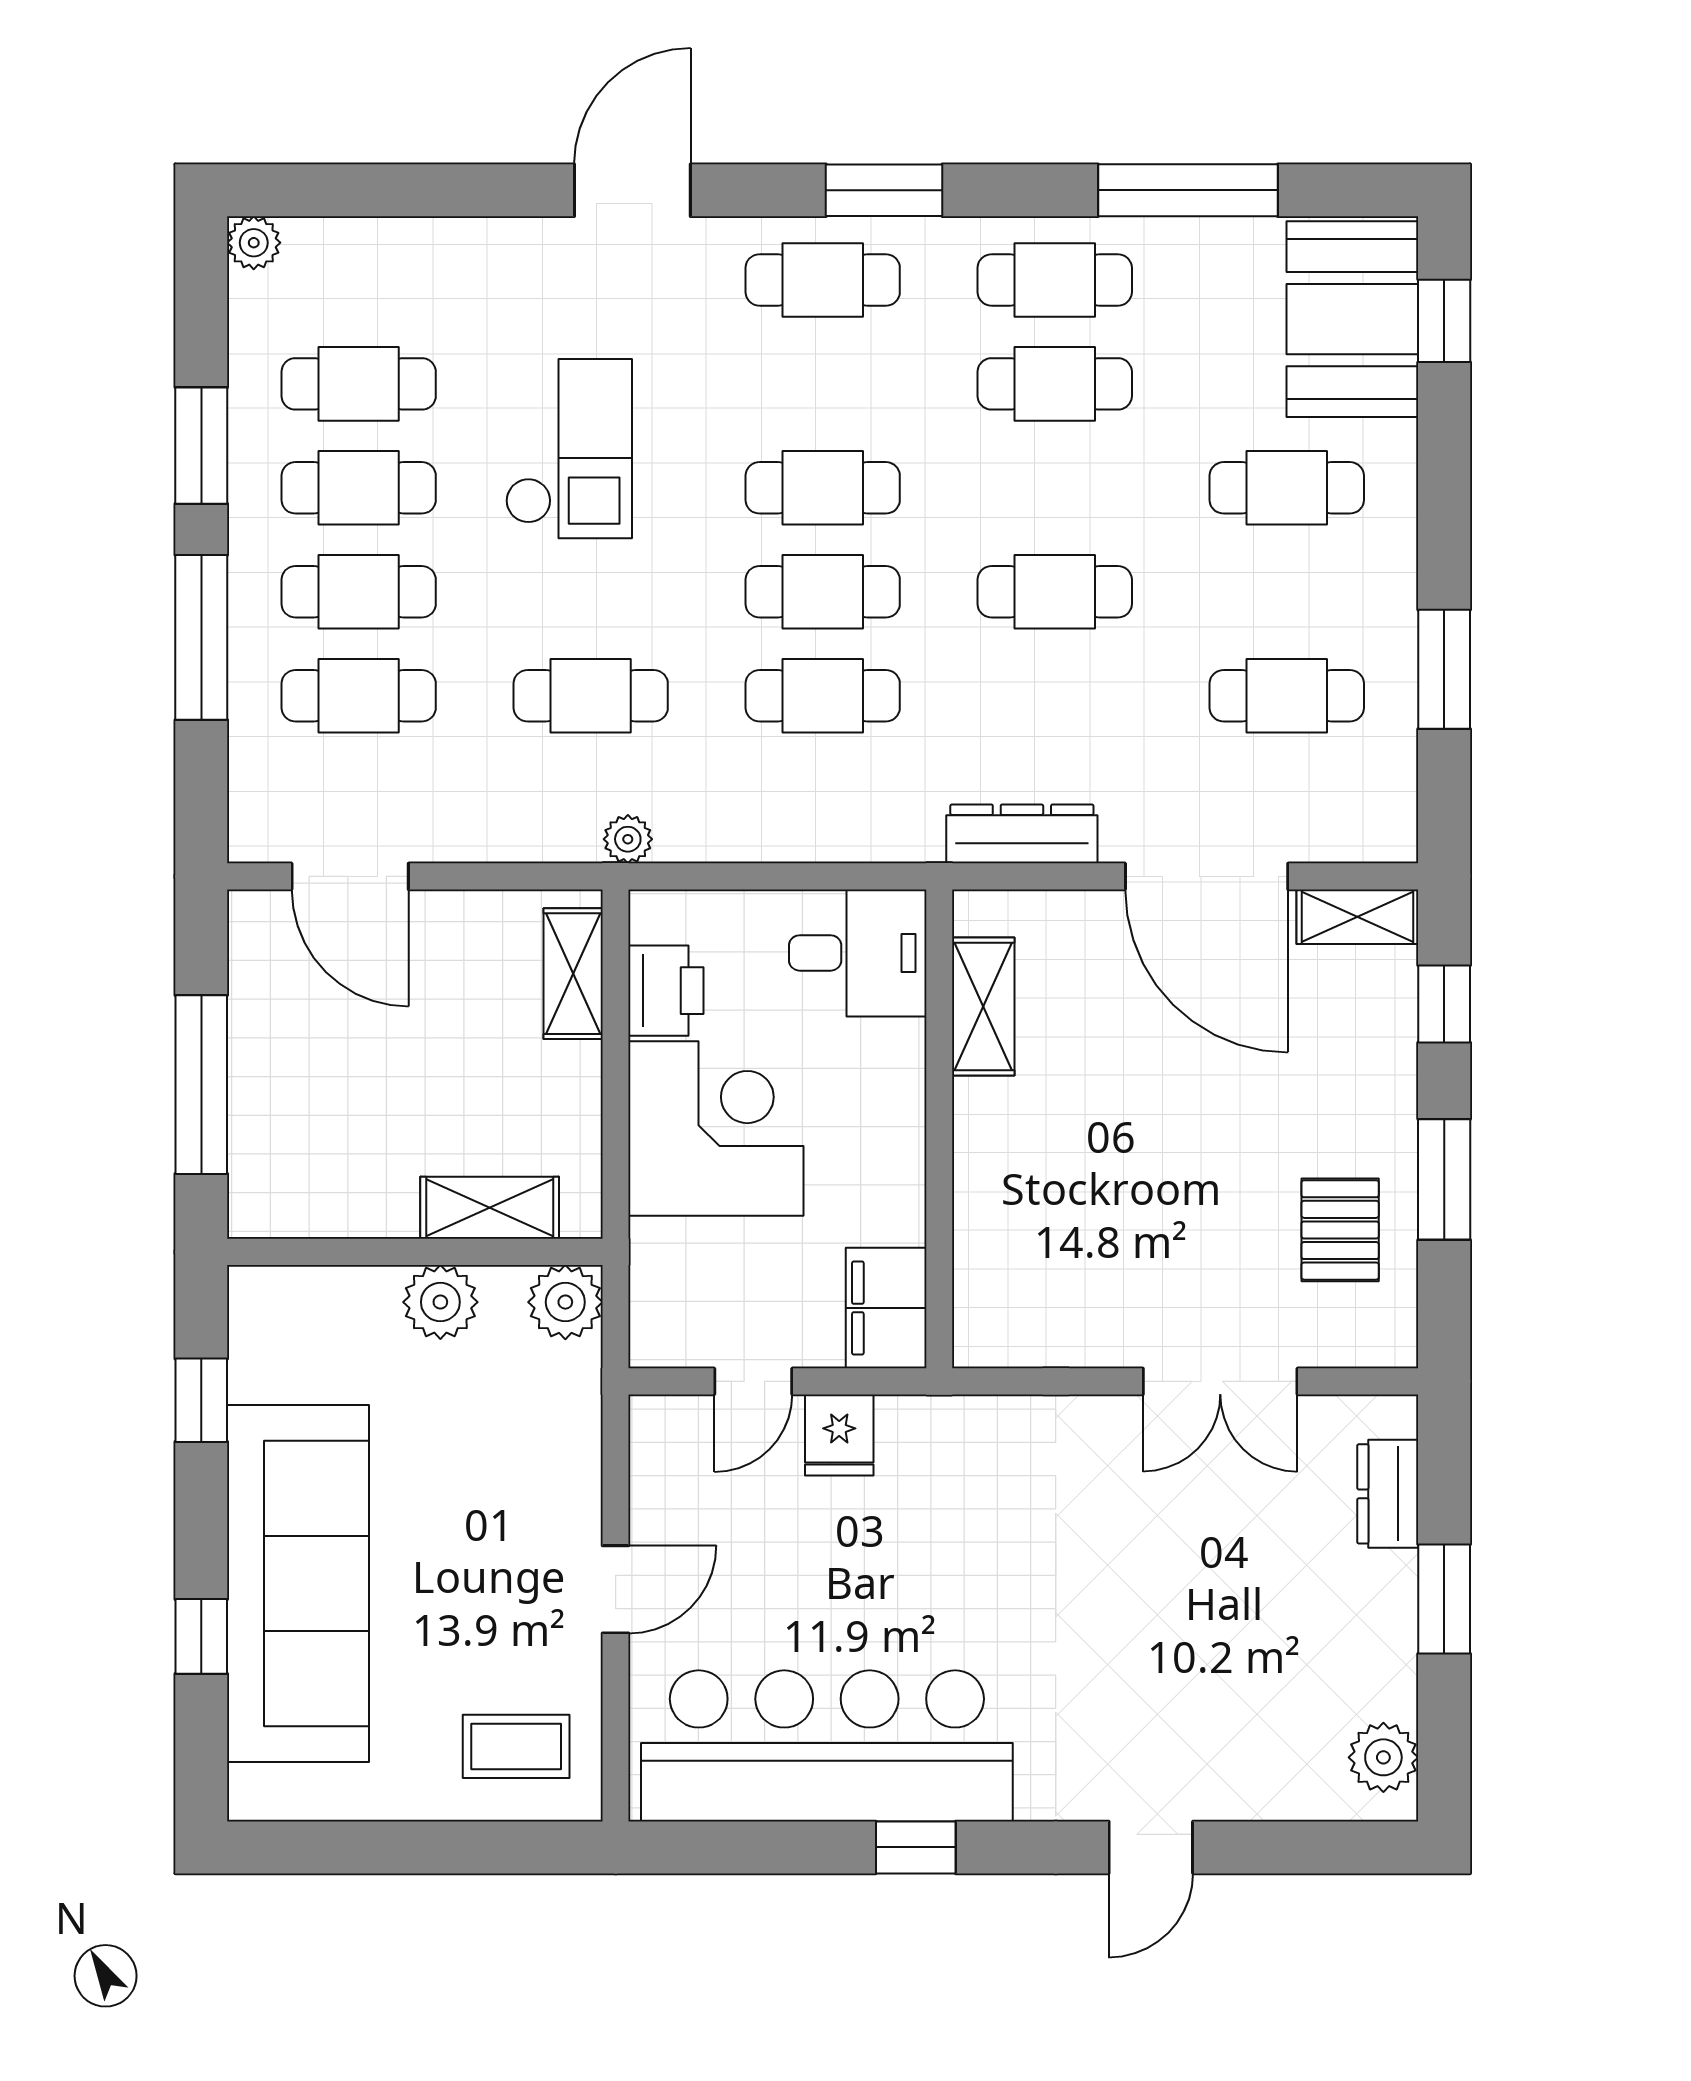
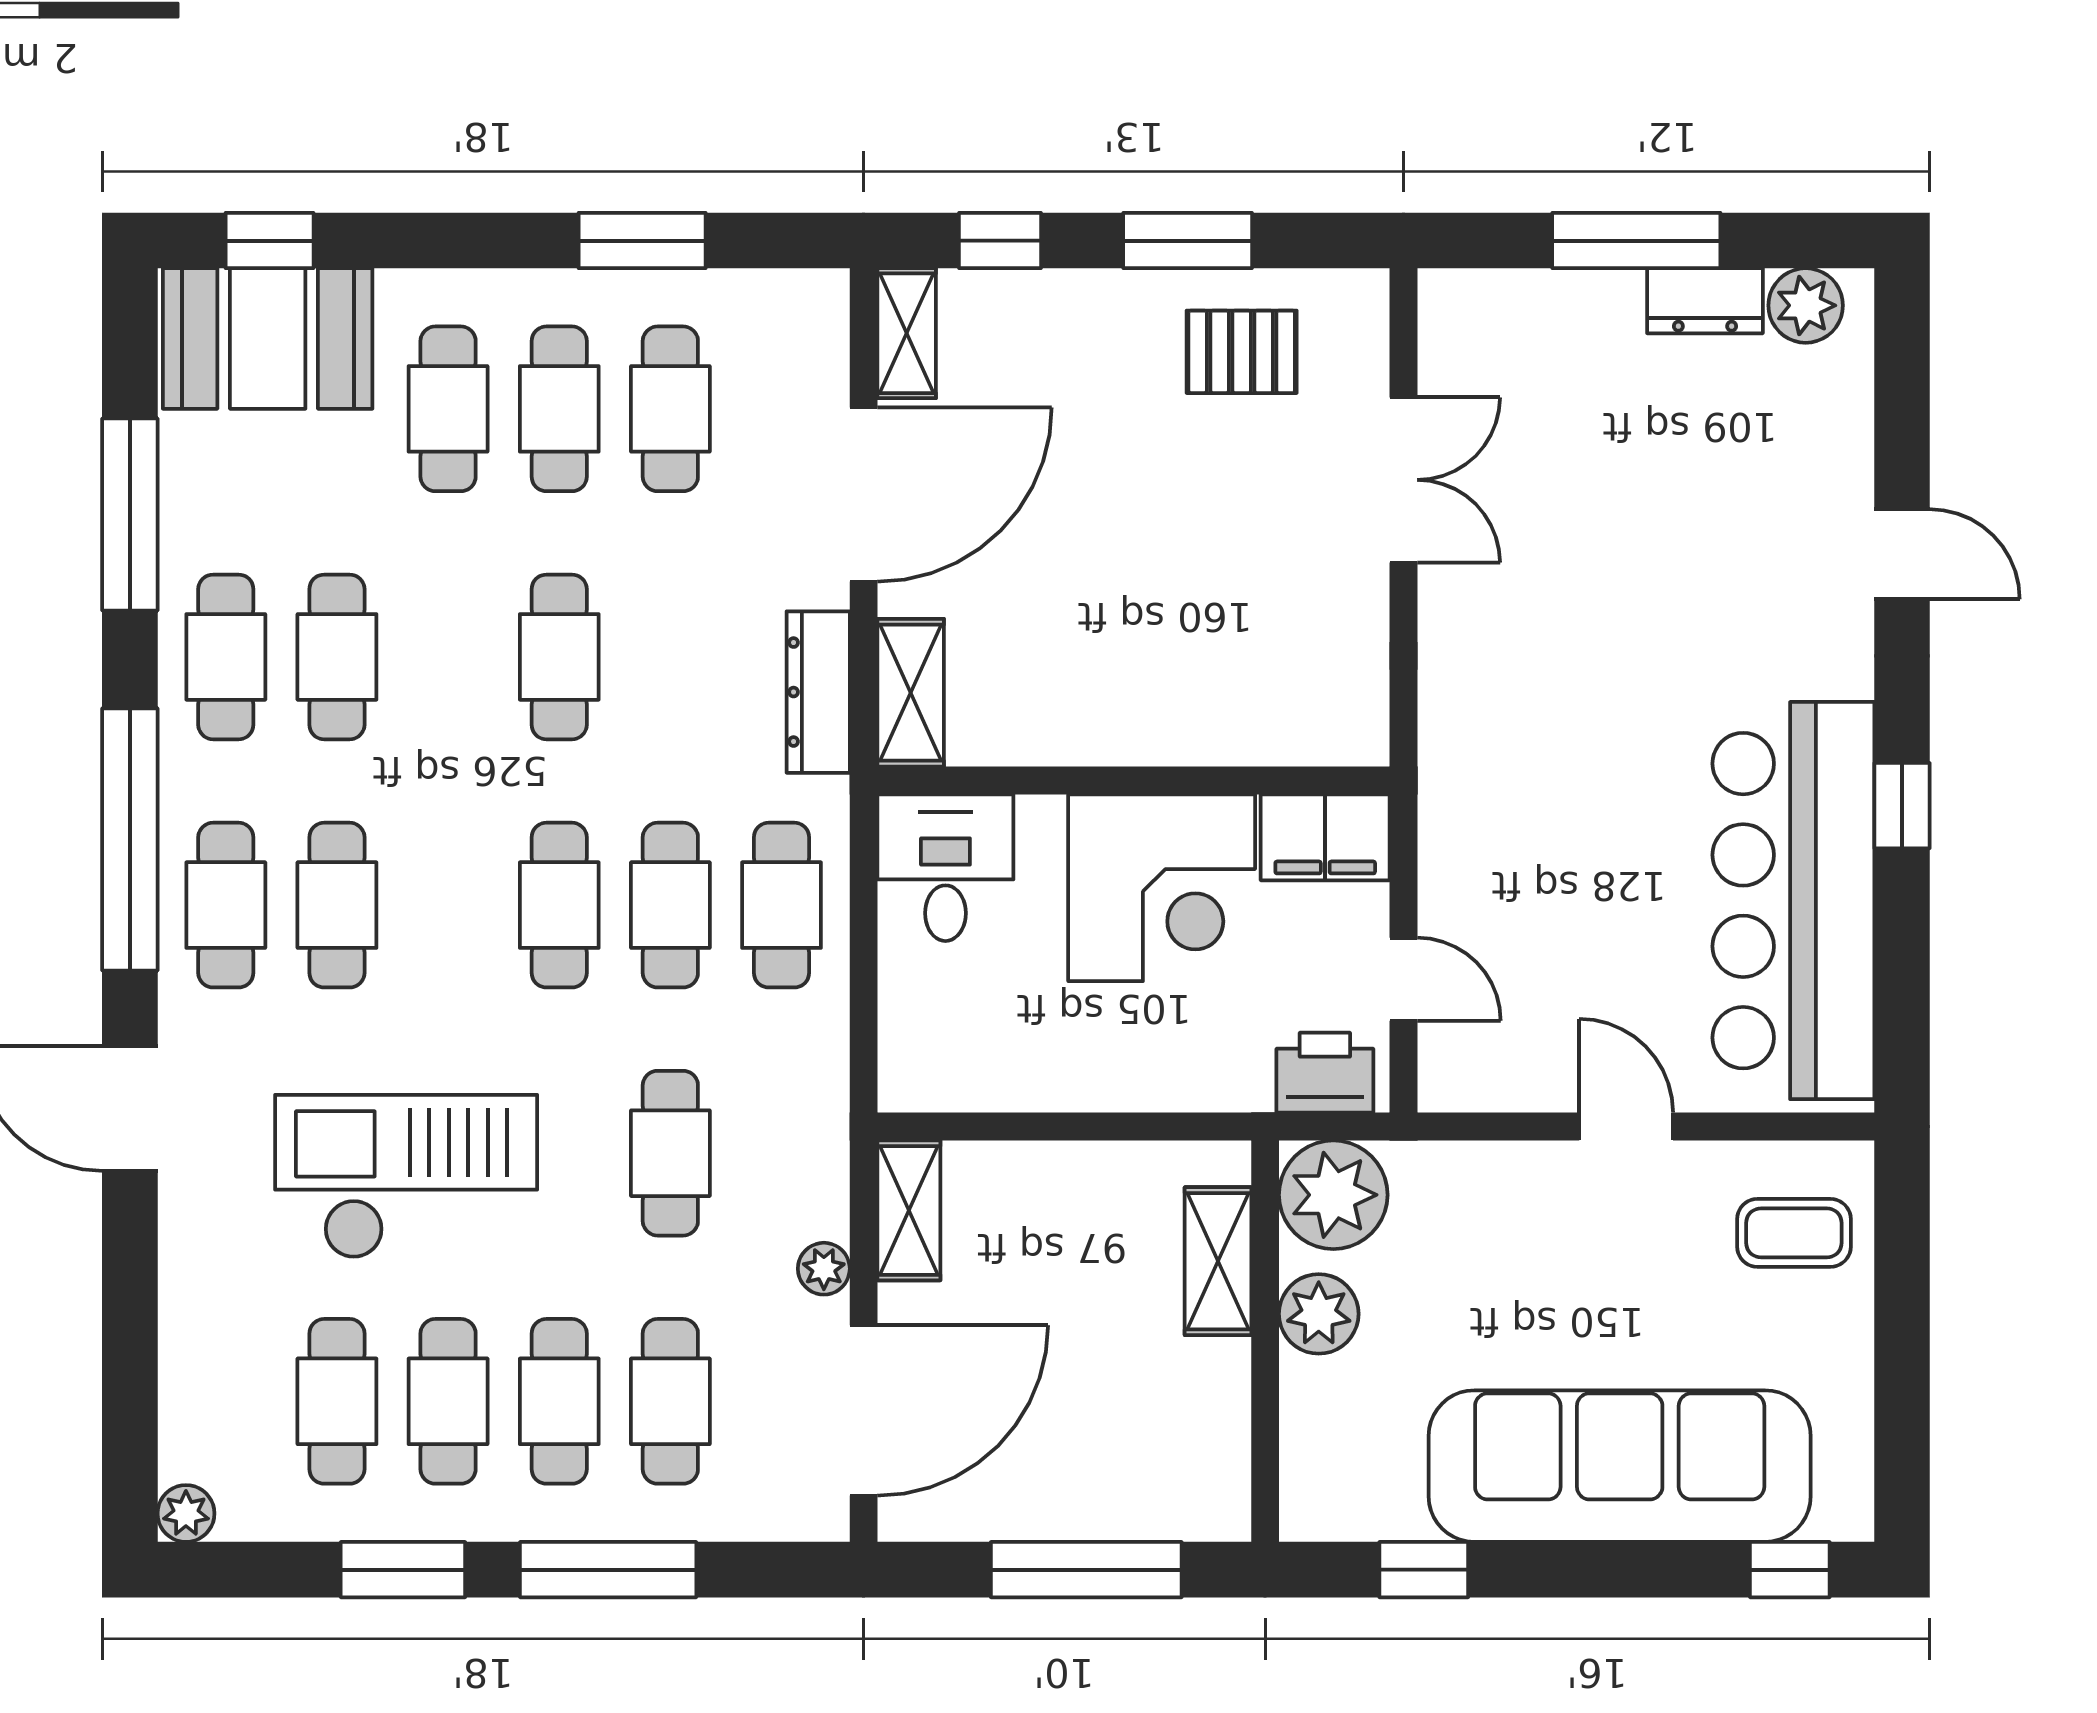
window: (884, 190) -> (130, 839), width x2.11
checkout: (569, 449) -> (406, 1177), width x1.36, depth x1.21
cafe table: (823, 488) -> (337, 905), moved
cafe table: (1287, 592) -> (559, 409), added
cafe table: (823, 800) -> (781, 905), added
plant: (628, 839) -> (824, 1269), moved
door: (350, 876) -> (864, 1410), width x1.36
shelving: (573, 974) -> (909, 1210), moved, turned 90
printer: (666, 991) -> (1325, 1073), moved
shelving: (983, 1006) -> (911, 693), moved, turned 90
corner desk: (716, 1129) -> (1162, 888), moved, turned 180
plant: (565, 1302) -> (1333, 1195), width x1.36, depth x1.36
fridge: (839, 1435) -> (1461, 887), removed
dresser: (1388, 1494) -> (1705, 301), moved
window: (1444, 1599) -> (1636, 241), width x1.44
window: (201, 1636) -> (1790, 1570), moved
coffee table: (516, 1746) -> (1794, 1233), turned 90

